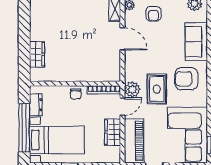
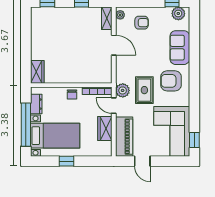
armchair: (154, 14) -> (142, 23), turned -90
wardrobe: (37, 54) -> (37, 72), moved
door: (122, 107) -> (114, 106), swing flipped

